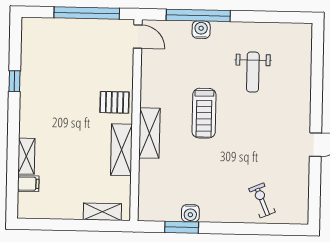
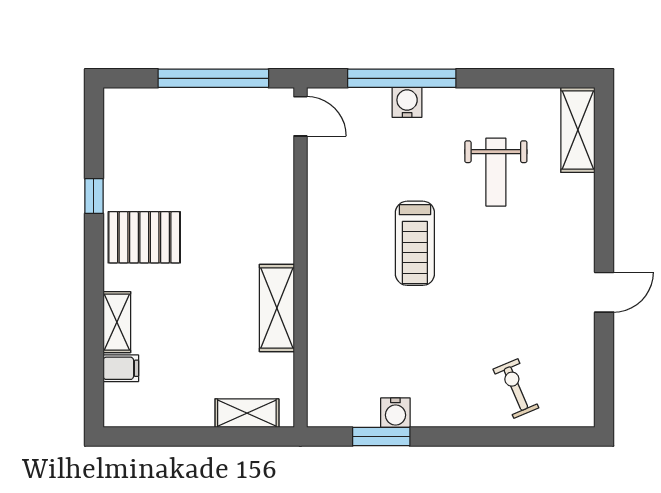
pallet: (115, 102) -> (144, 237), moved, width x1.50, depth x1.42
shelving: (149, 133) -> (578, 130), moved

